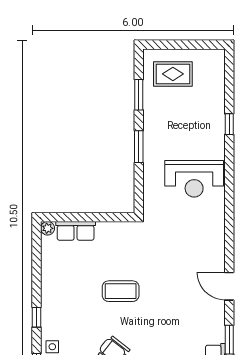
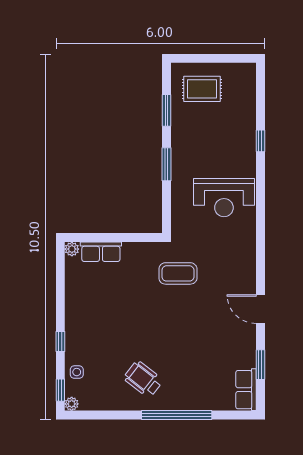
coffee table: (121, 291) -> (178, 273), moved

